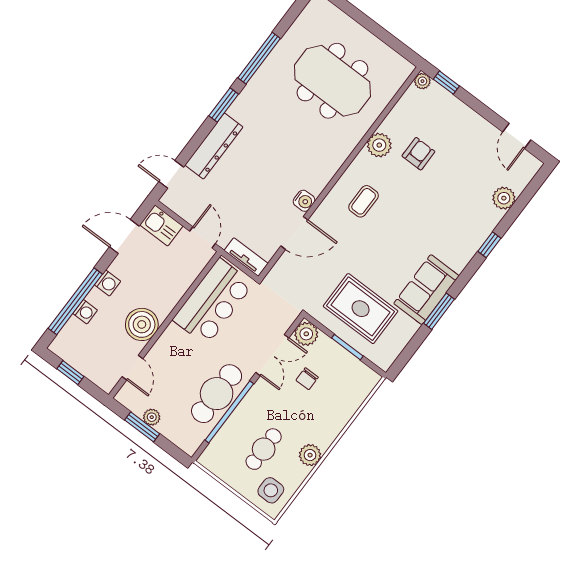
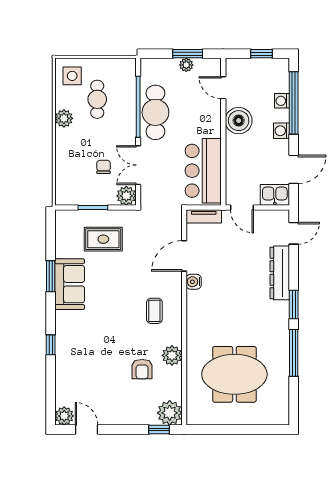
plant: (422, 81) -> (170, 413), width x1.87, depth x1.87
plant: (504, 198) -> (64, 416), moved
rug: (361, 309) -> (103, 239), width x0.73, depth x0.70

